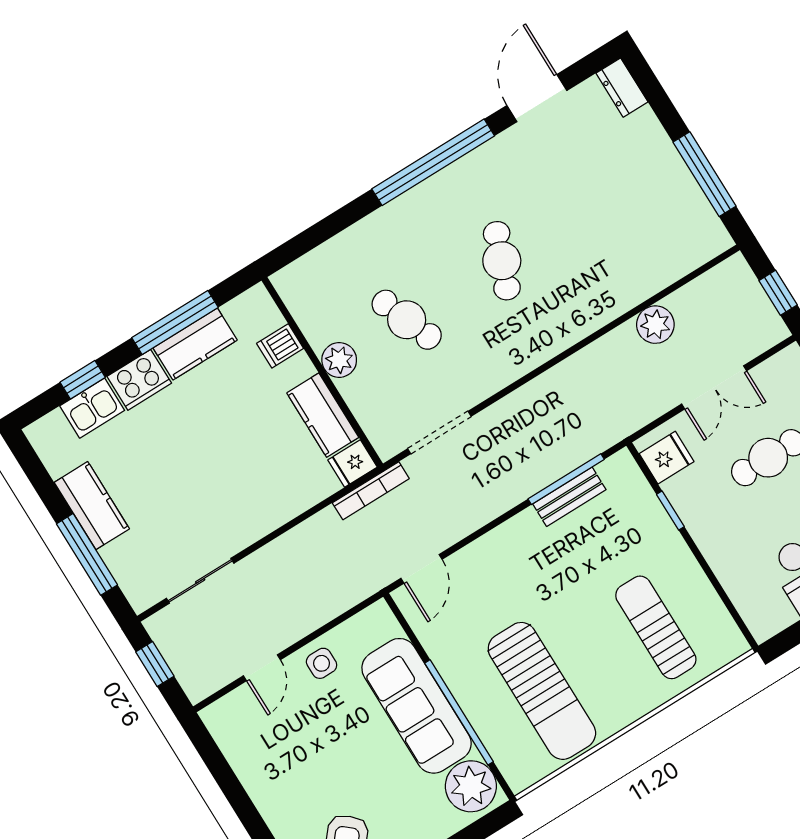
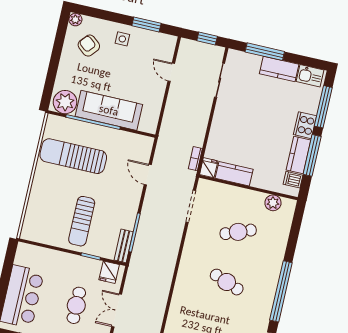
plant: (655, 325) -> (156, 312), removed
dishwasher: (280, 346) -> (293, 180), moved, turned -90
plant: (339, 360) -> (273, 203), moved
window: (83, 380) -> (323, 107), width x2.17
kitchen sink: (92, 408) -> (310, 76), moved, turned -90
bookcase: (371, 491) -> (195, 159), width x0.64
bench: (569, 497) -> (124, 246), moved
door: (422, 569) -> (148, 175), moved
sun lounger: (656, 627) -> (82, 221), moved, turned 90
side table: (322, 663) -> (122, 39), moved
window: (226, 779) -> (146, 25), added

